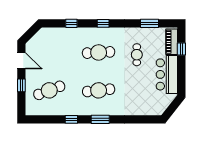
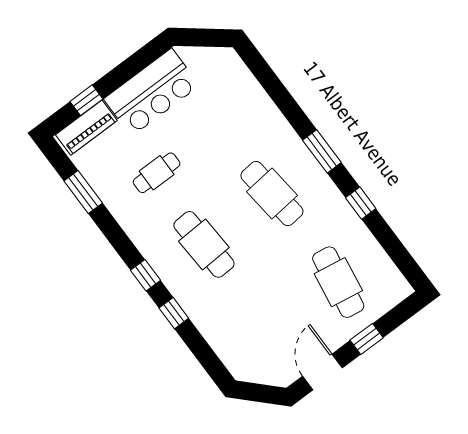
window: (71, 23) -> (174, 313), moved
cafe table: (49, 90) -> (338, 282), turned 30

